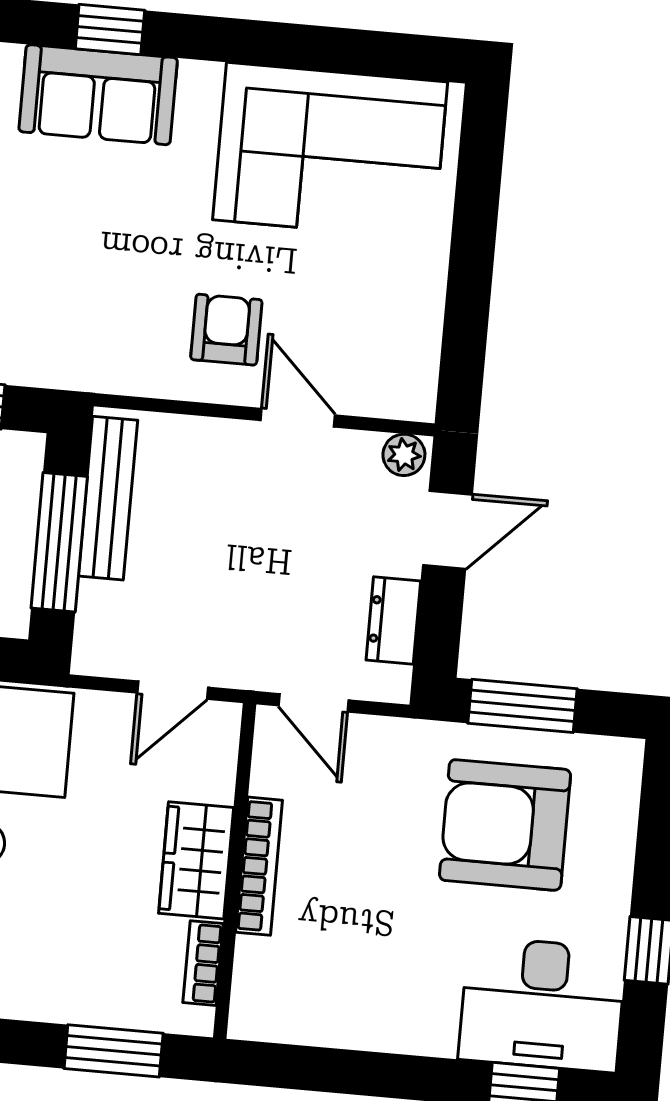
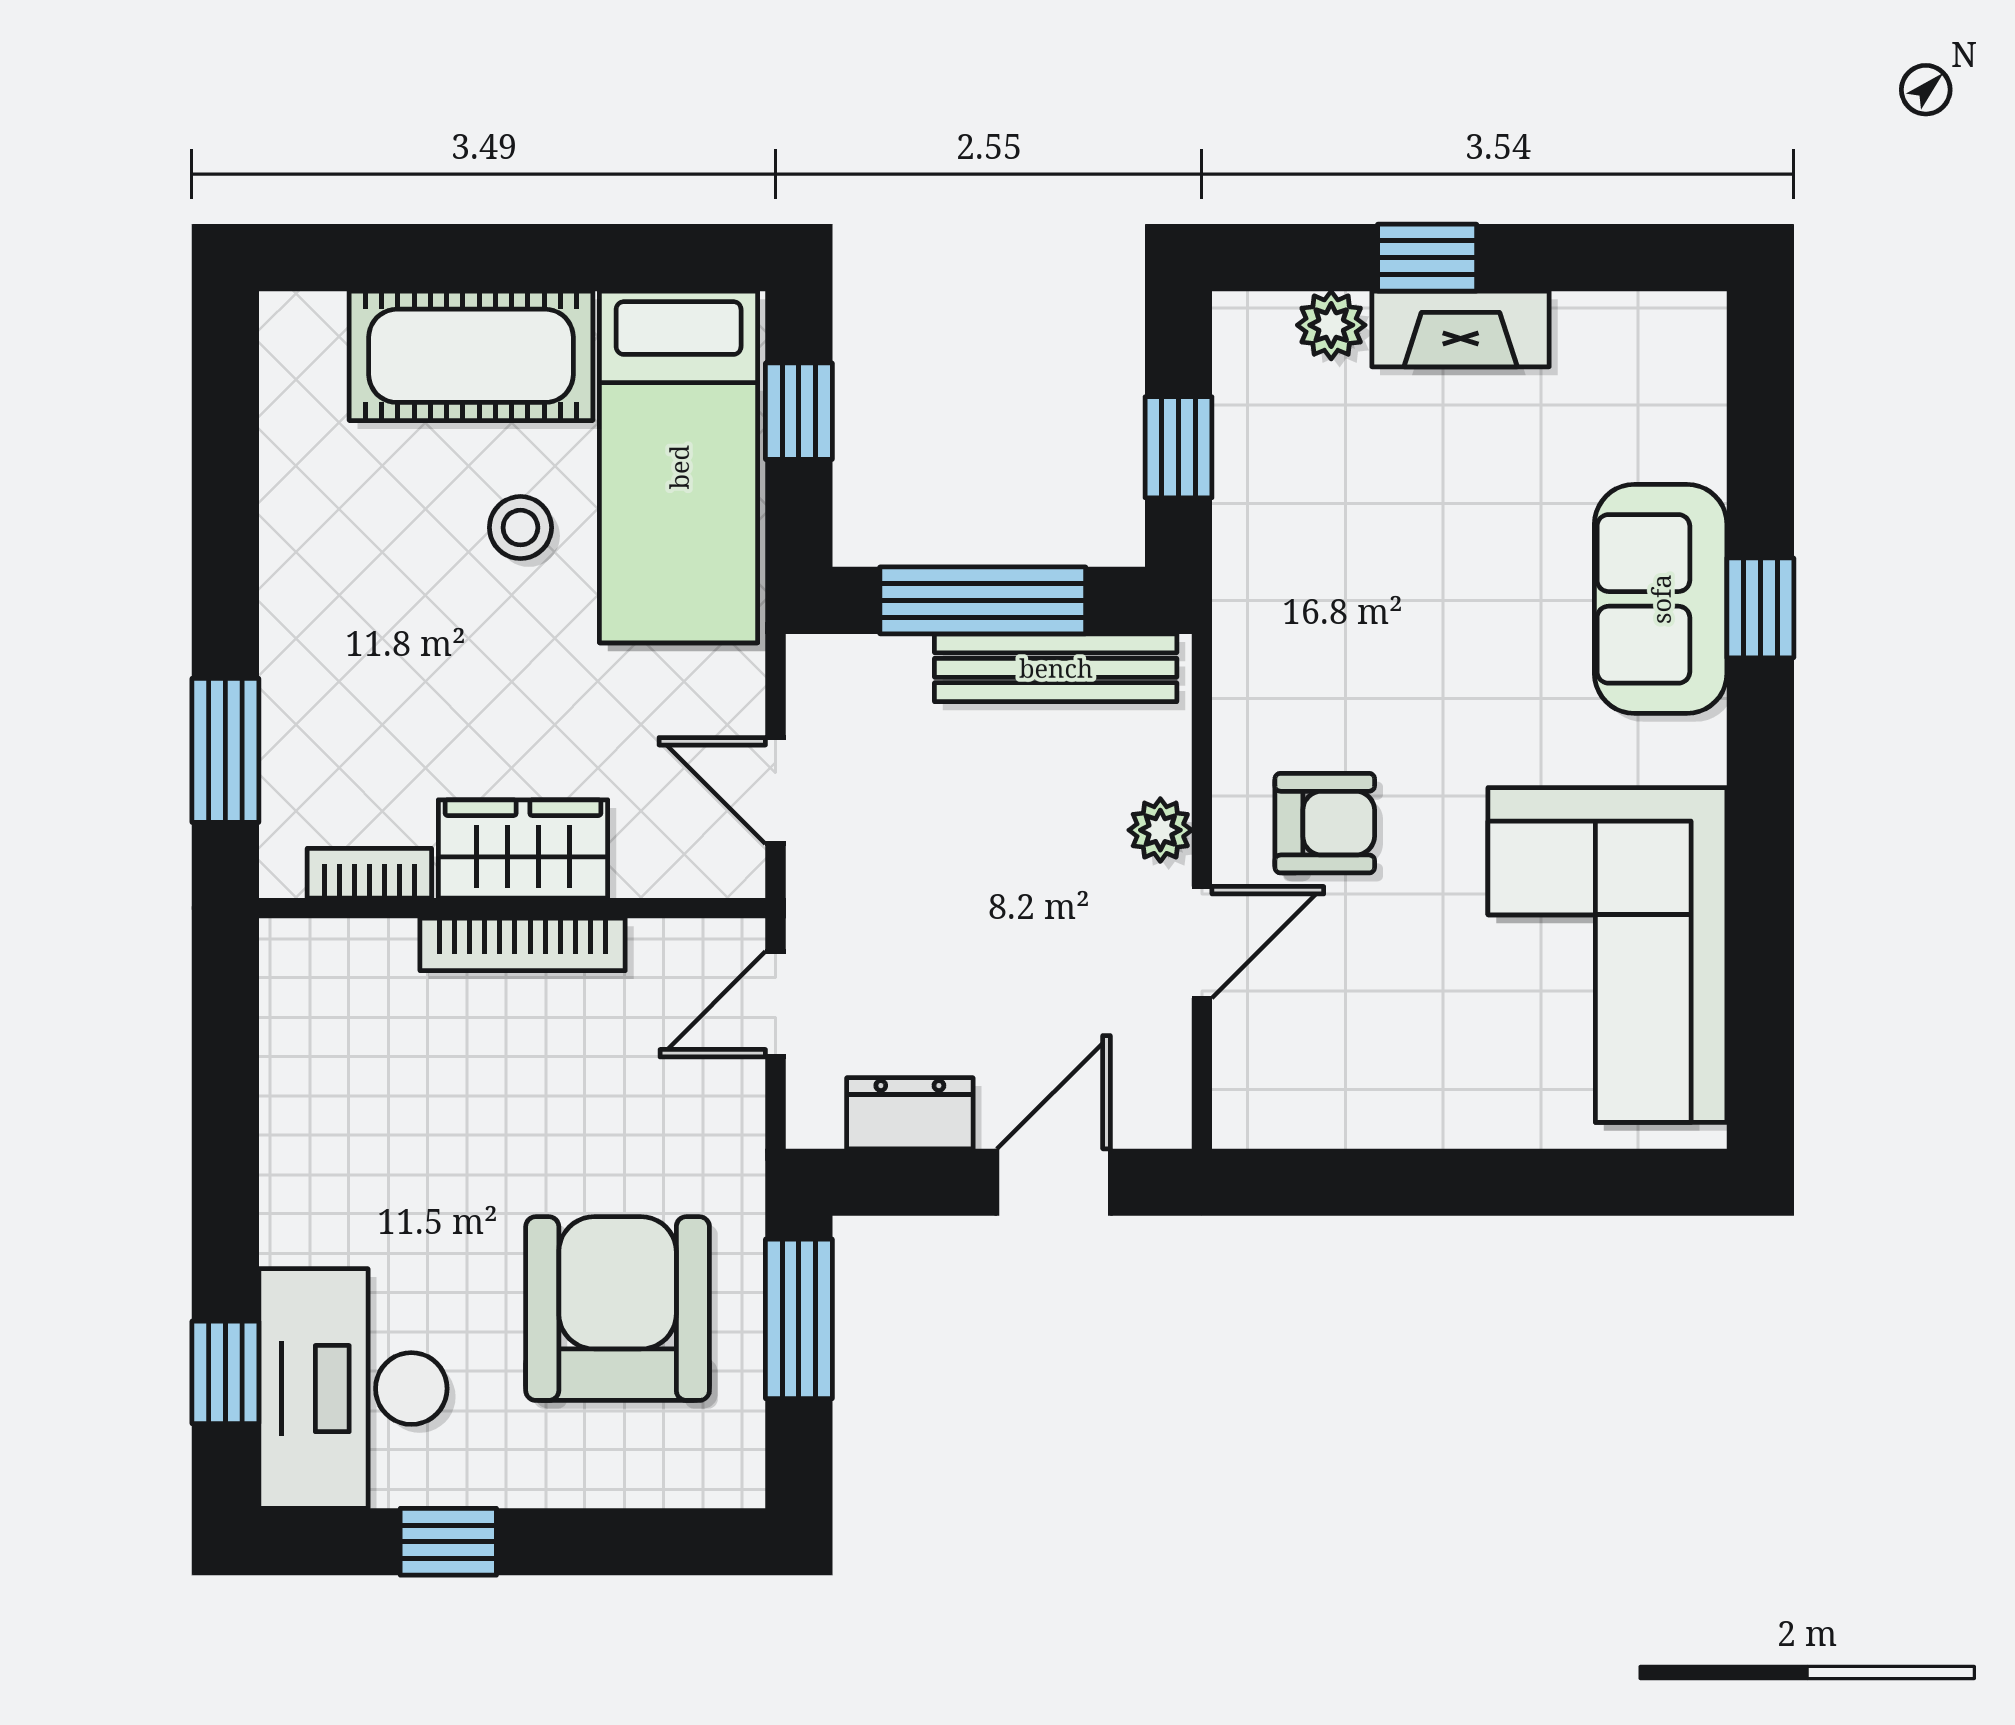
plant: (404, 455) -> (1160, 830), moved
door: (447, 530) -> (1054, 1182), swing flipped

